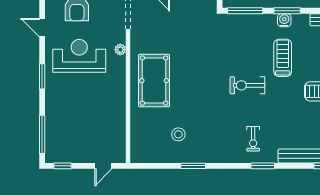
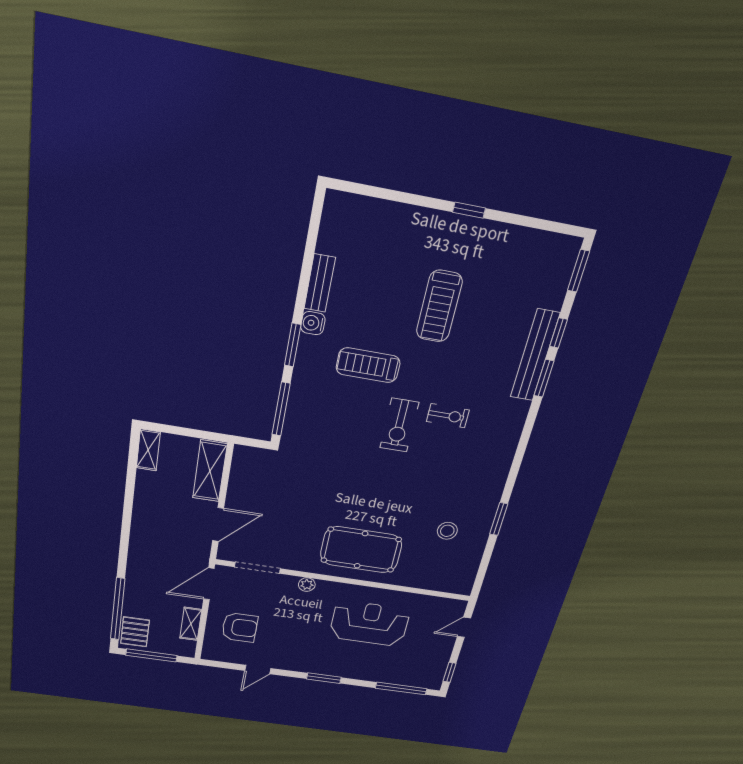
water cooler: (284, 20) -> (313, 323), moved
reception desk: (79, 56) -> (369, 623), moved, turned 90
exercise bike: (253, 139) -> (448, 416), moved
door: (103, 166) -> (464, 627), swing flipped
window: (263, 166) -> (544, 378), moved

